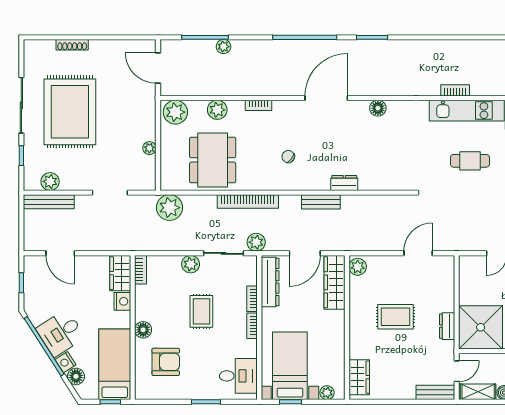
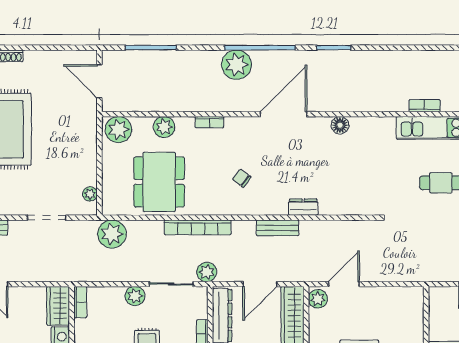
plant: (223, 47) -> (237, 65), moved, width x1.87, depth x1.87
plant: (149, 148) -> (90, 194), moved
door: (418, 253) -> (344, 284), moved

